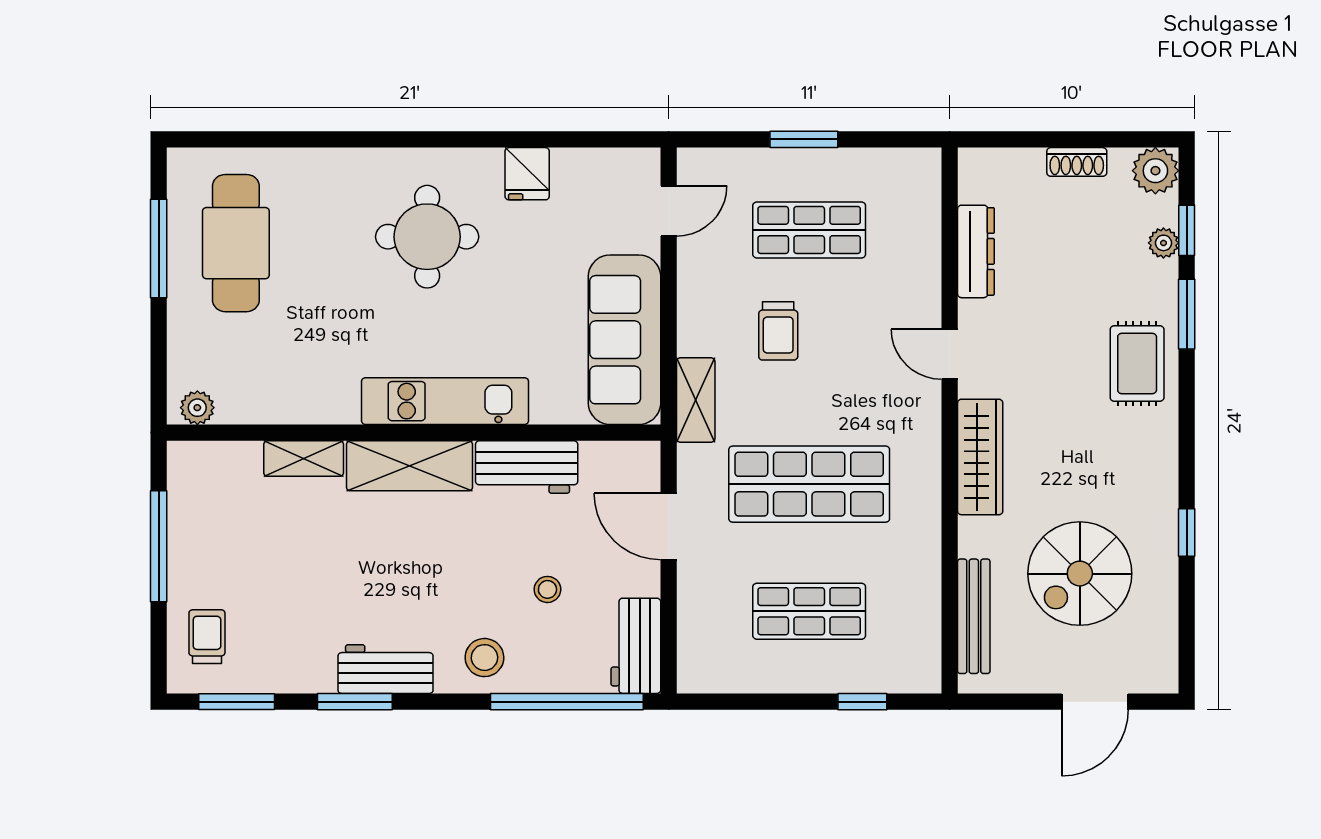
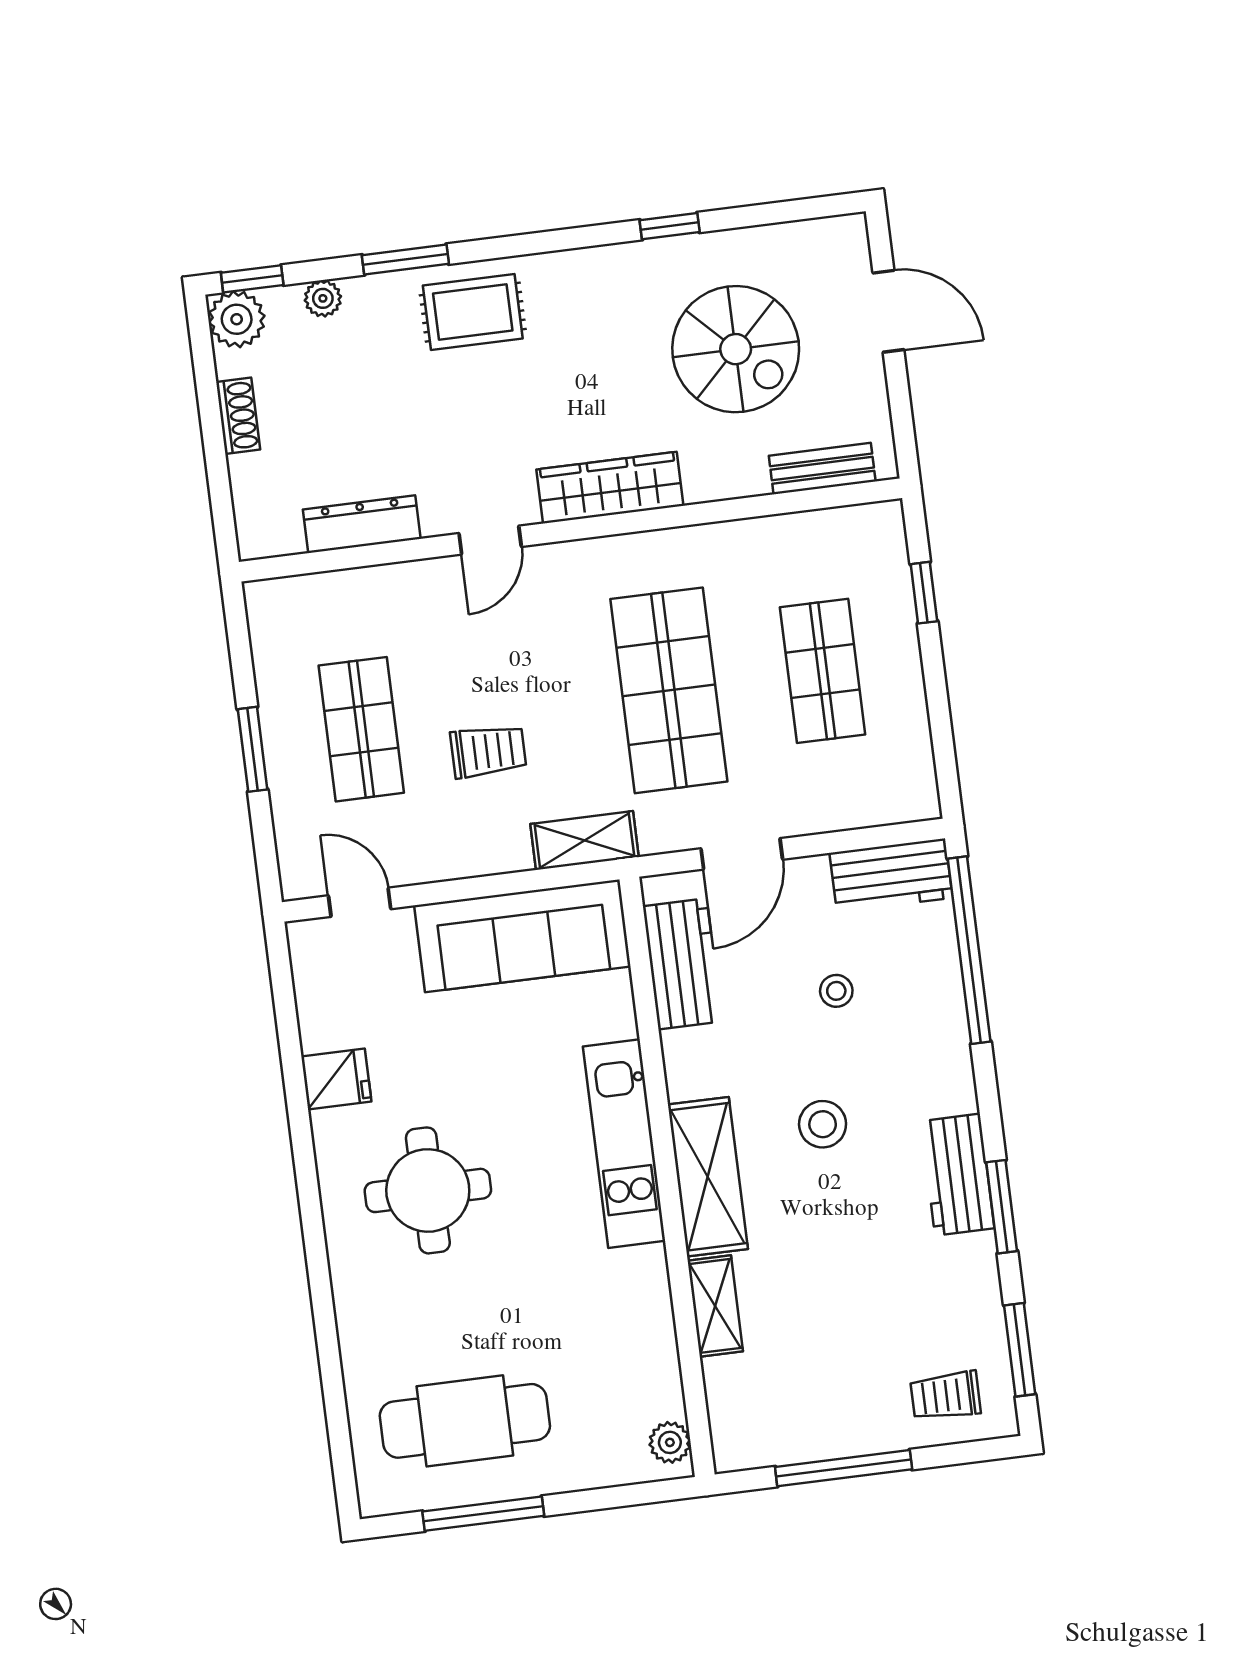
window: (1187, 230) -> (252, 279), moved
workbench: (527, 467) -> (682, 964), moved
bench: (974, 616) -> (822, 469), width x0.73
stool: (484, 658) -> (823, 1124), moved

